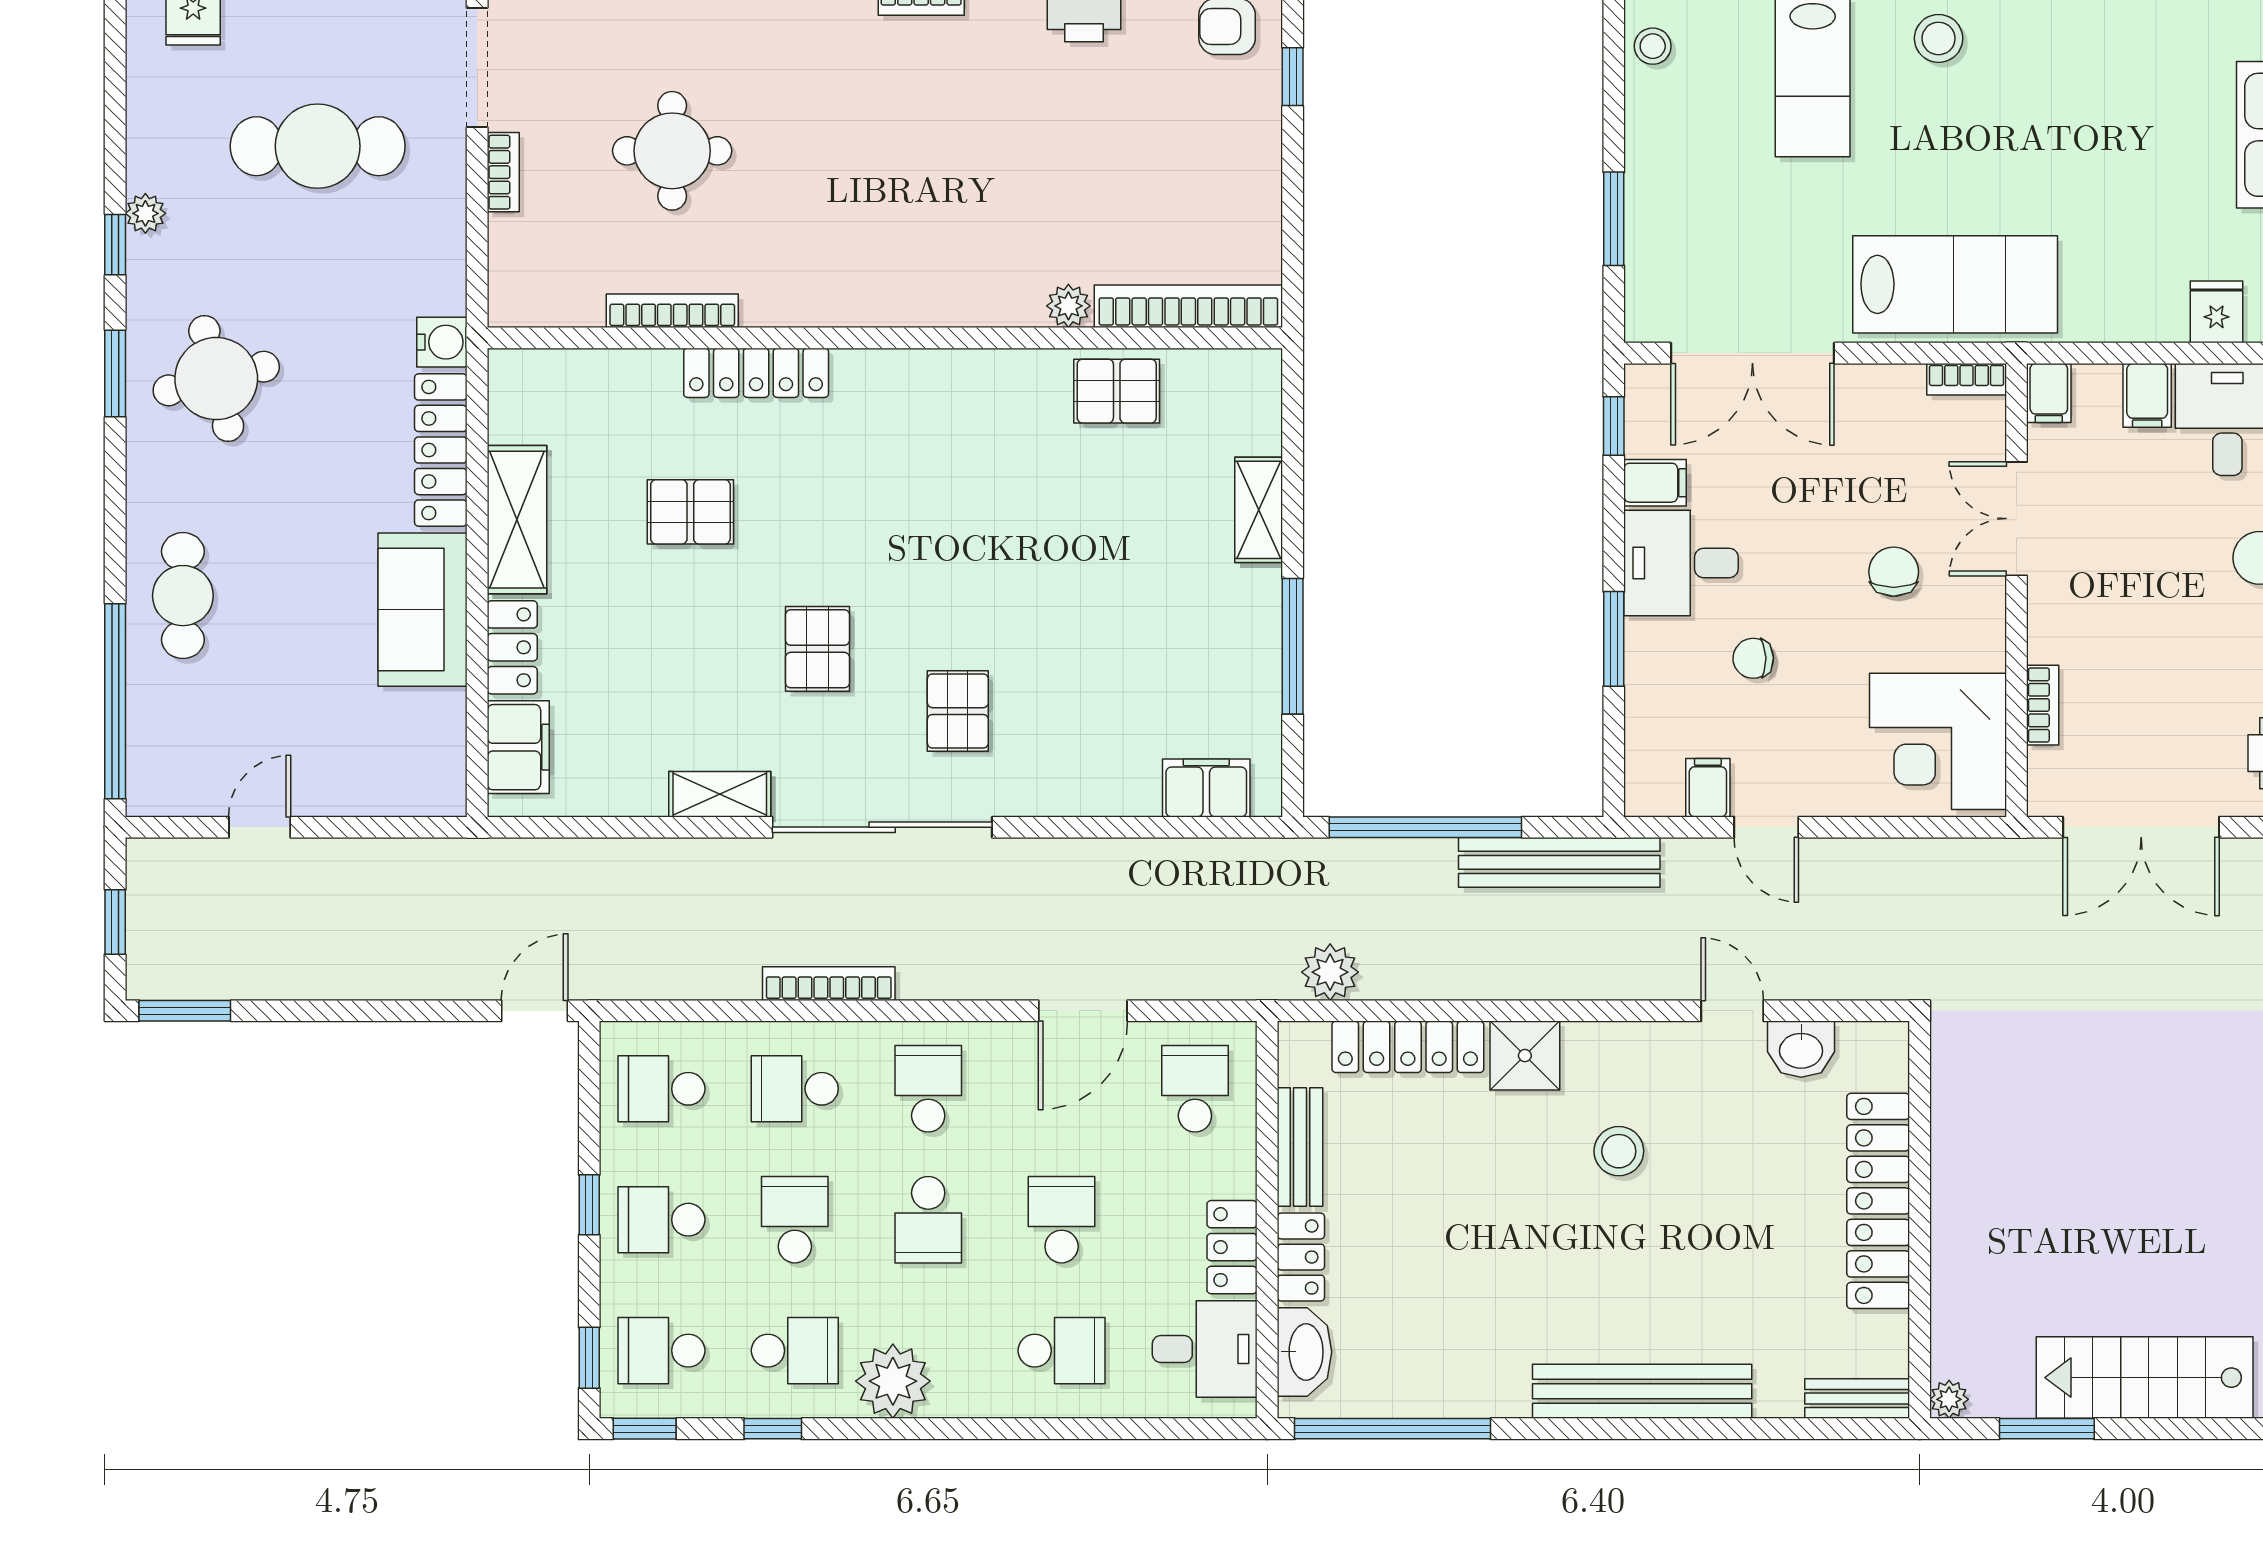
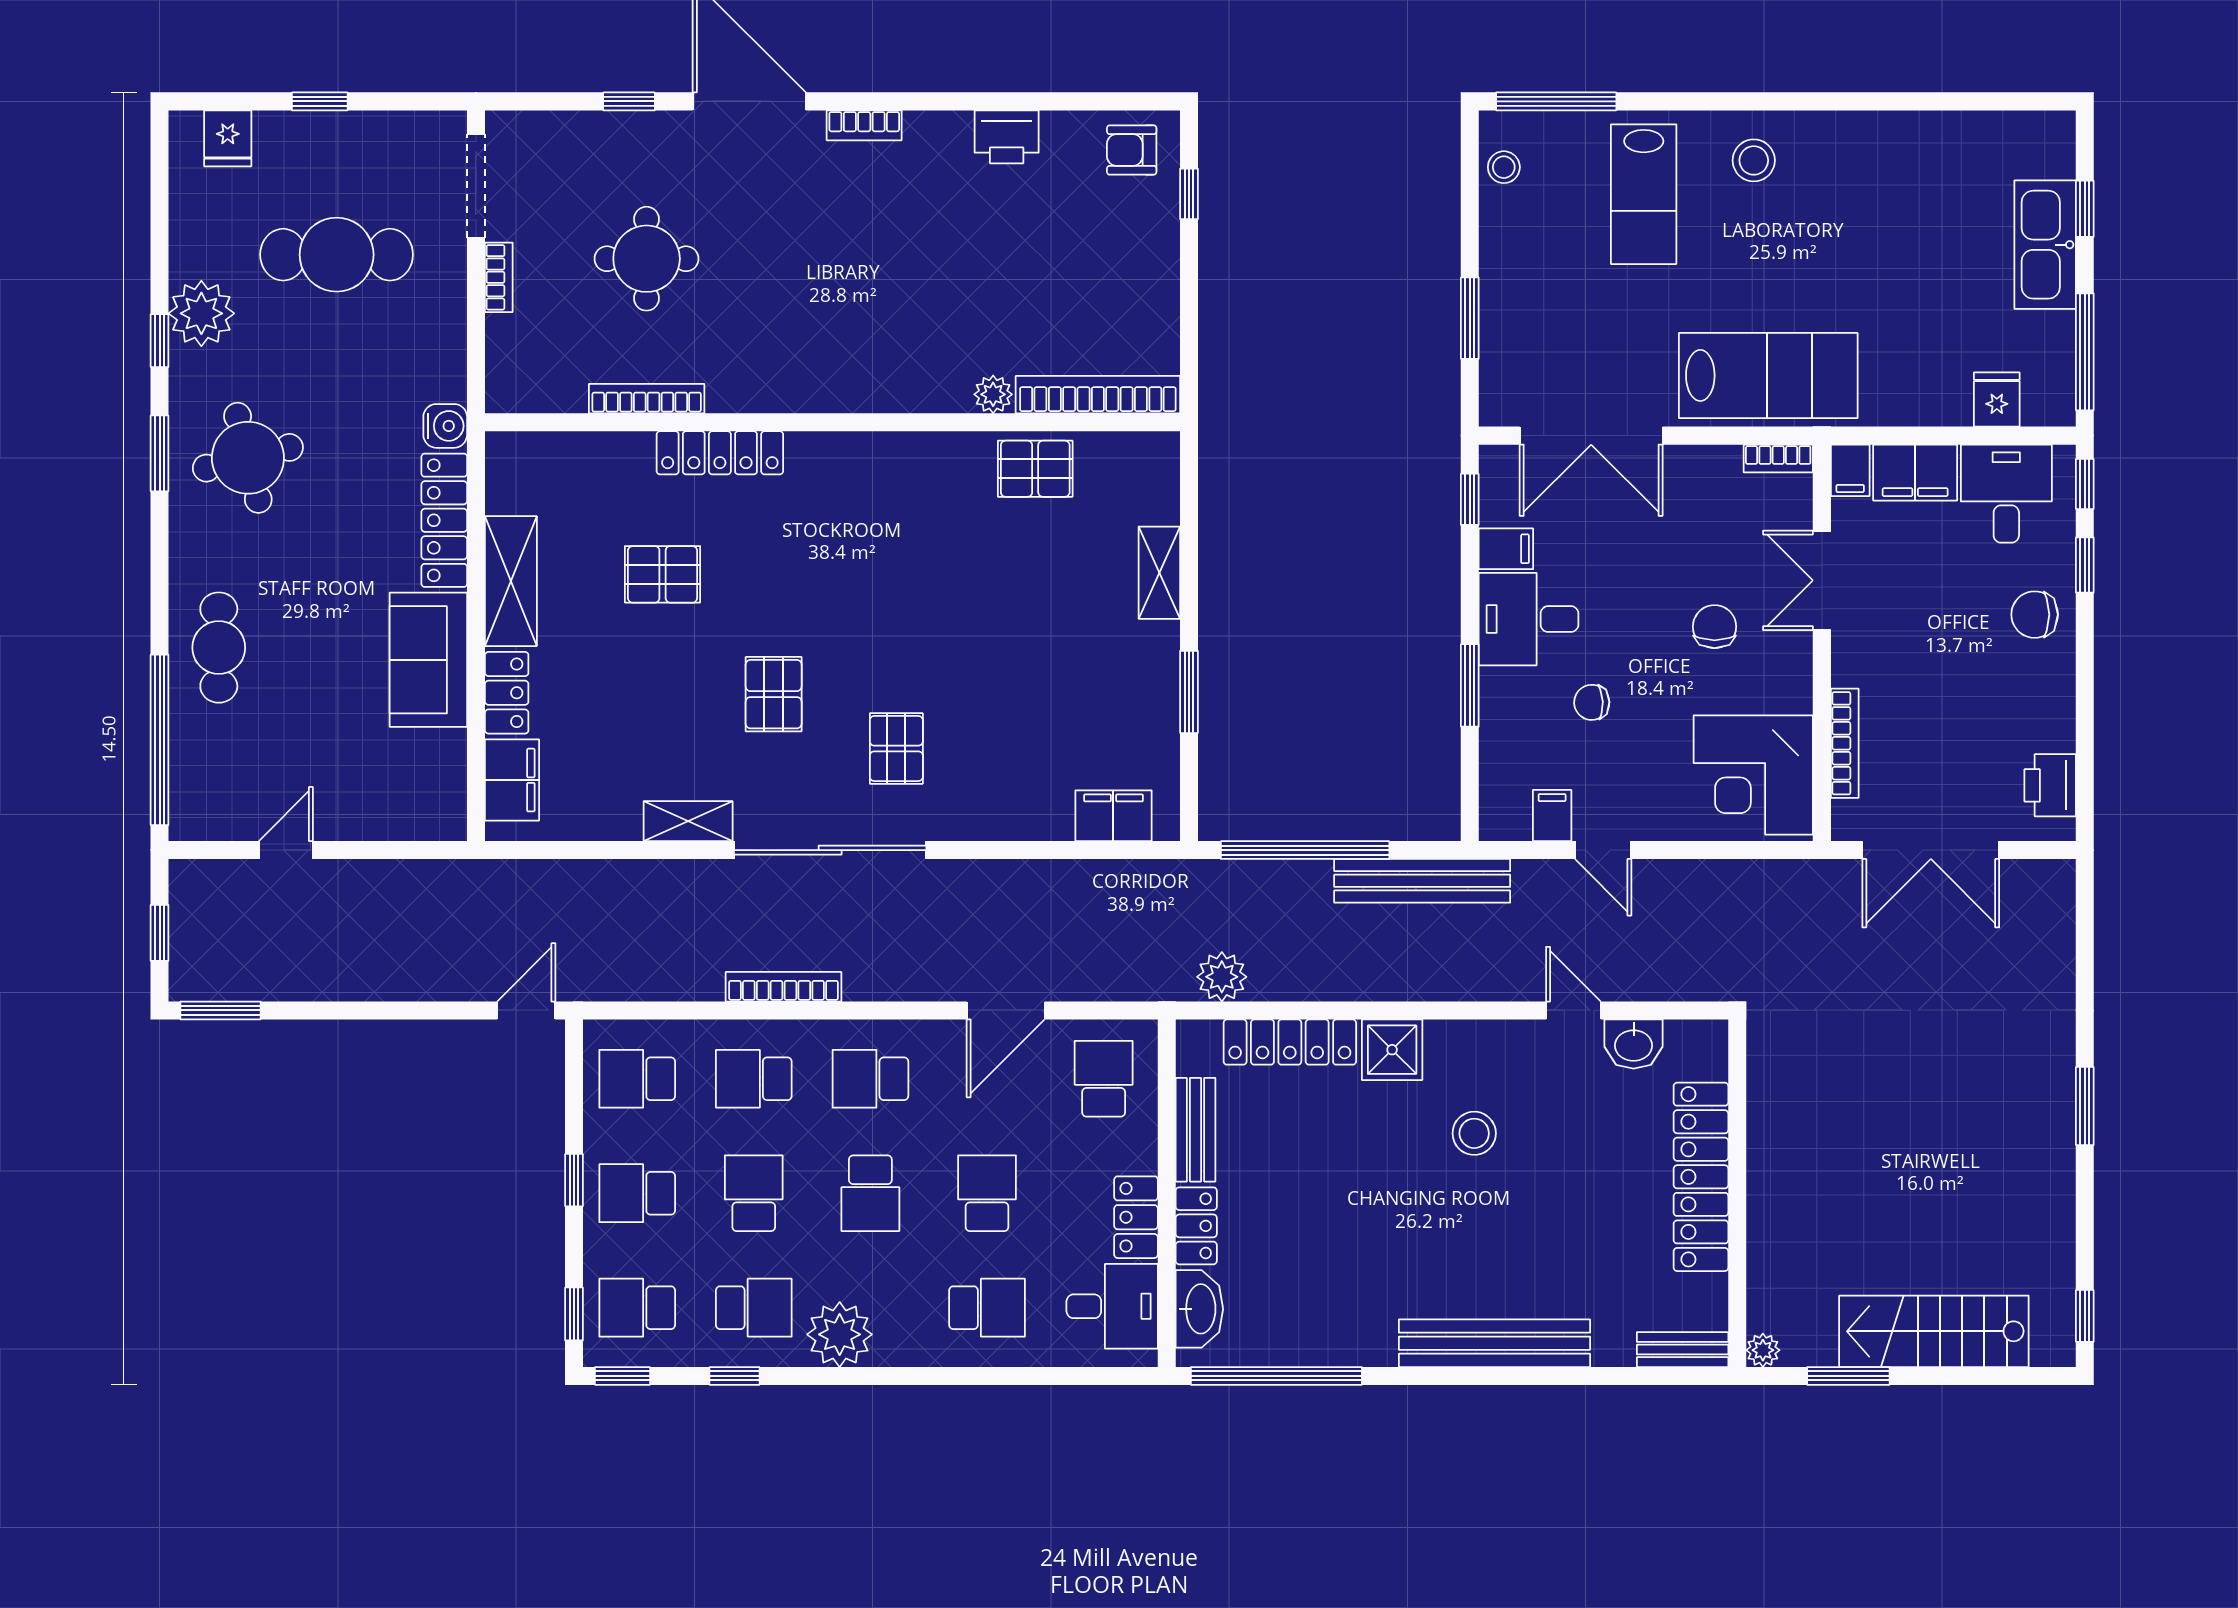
plant: (145, 213) -> (201, 313), width x1.88, depth x1.88
filing cabinet: (2147, 395) -> (1915, 473), width x2.00
window: (1293, 646) -> (1189, 692), width x0.69
bookcase: (2043, 705) -> (1845, 743), width x1.56
school desk: (928, 1089) -> (870, 1079), turned -90

